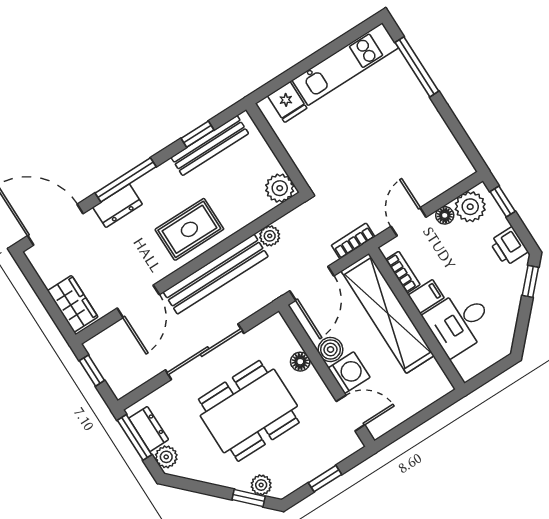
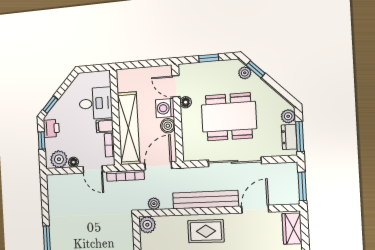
window: (503, 202) -> (42, 140), moved
door: (409, 222) -> (93, 169), hinge flipped
plant: (270, 236) -> (154, 204), moved
bookcase: (353, 241) -> (125, 176), width x1.56
floor lamp: (300, 362) -> (186, 102), moved
window: (92, 371) -> (302, 186), width x1.50

